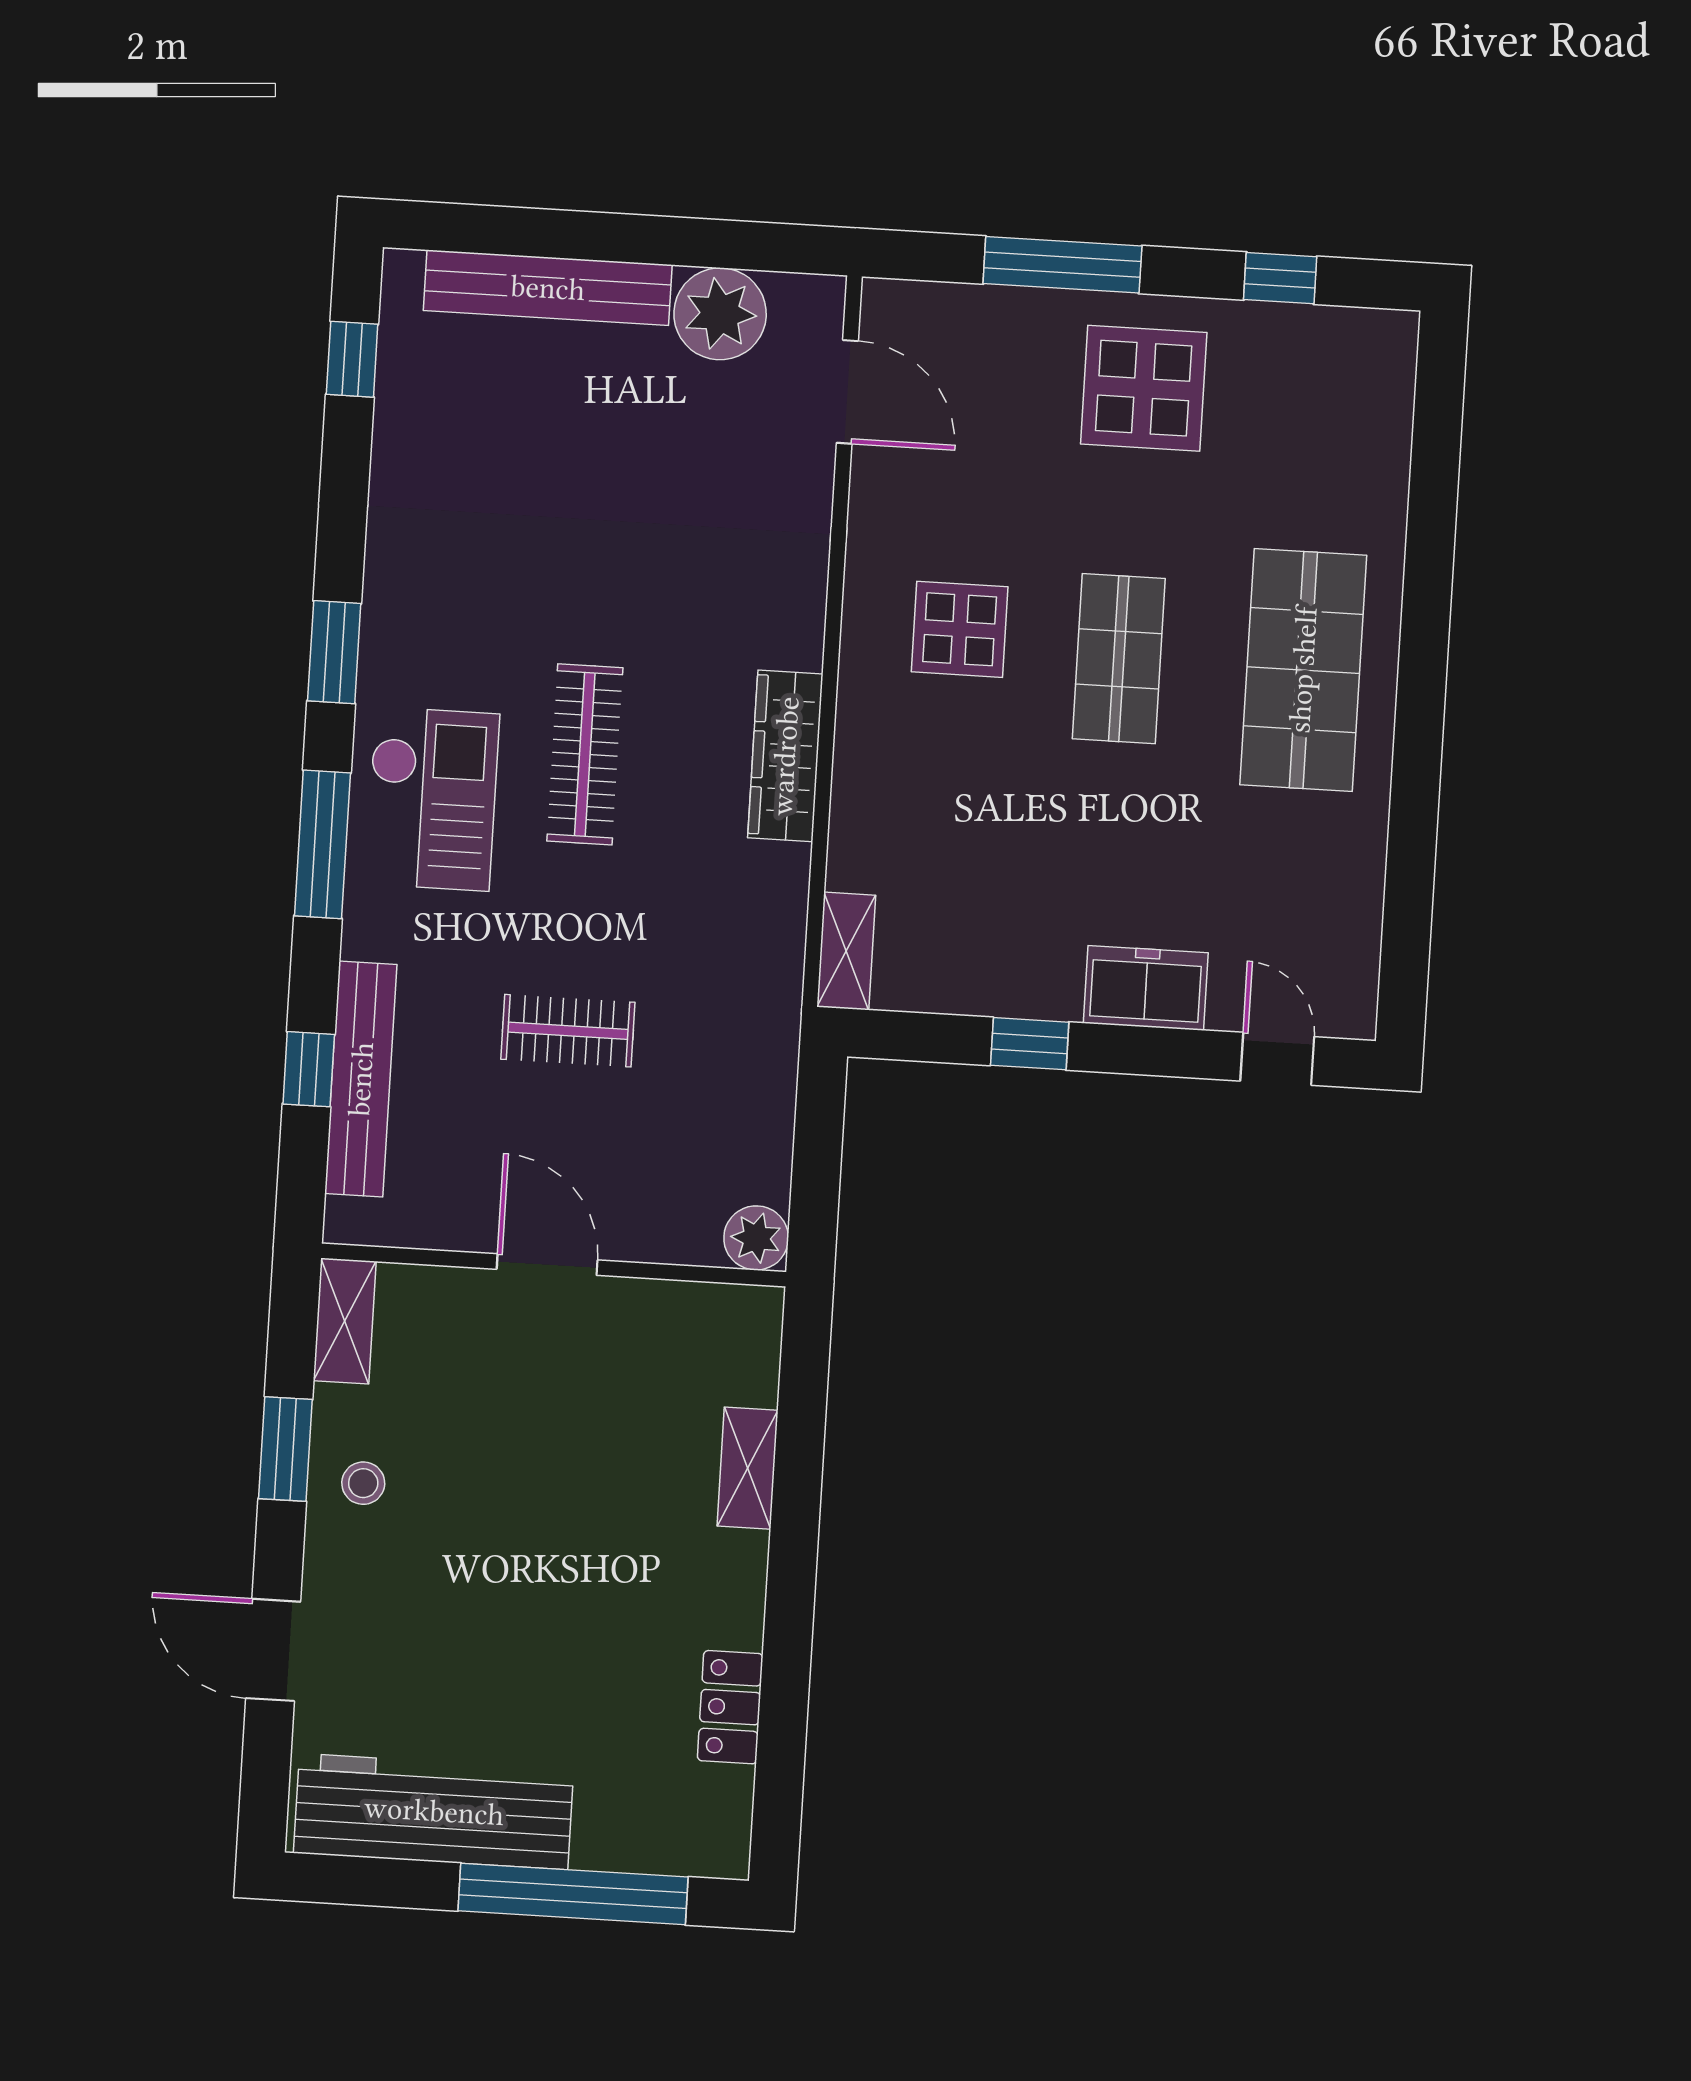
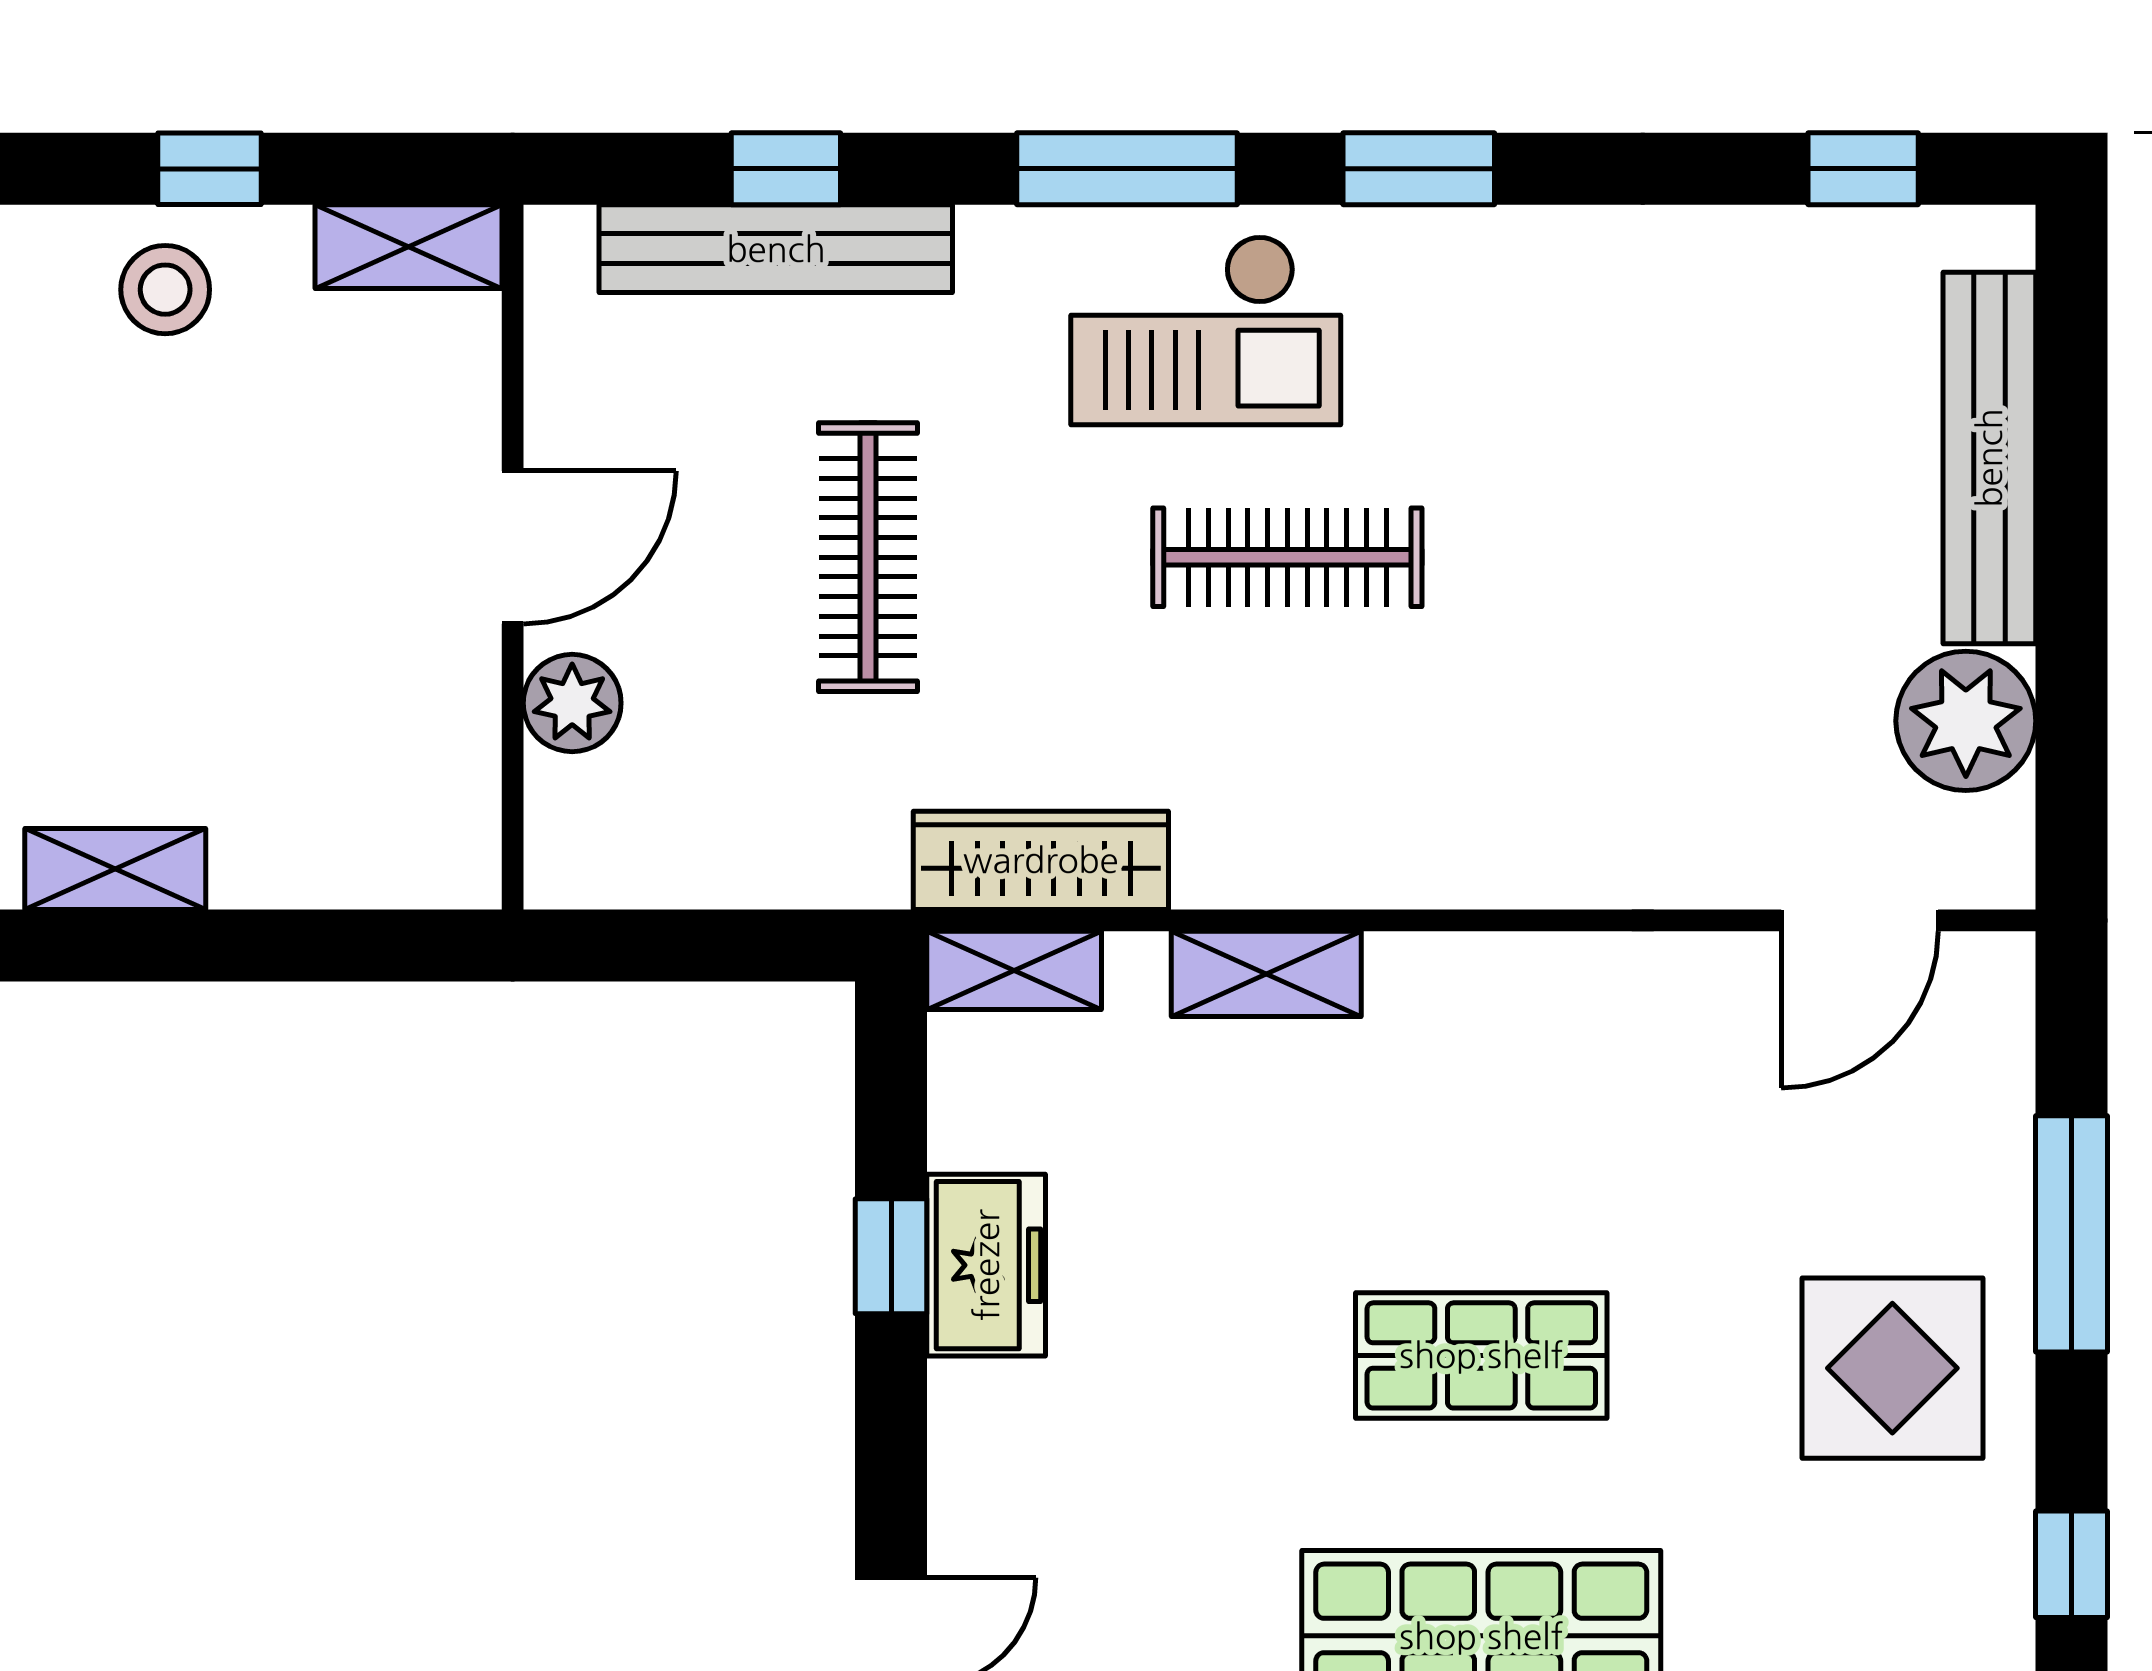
display table: (960, 629) -> (1511, 1112), removed
wardrobe: (785, 756) -> (1041, 860), moved
shelving: (859, 785) -> (1266, 974), added
freezer: (1146, 988) -> (986, 1265), moved
clothes rail: (568, 1031) -> (868, 557), width x1.36
plant: (756, 1238) -> (572, 703), moved
window: (285, 1449) -> (210, 169), width x0.67
shelving: (747, 1468) -> (115, 869), moved
stool: (363, 1483) -> (165, 290), width x1.37, depth x1.37

